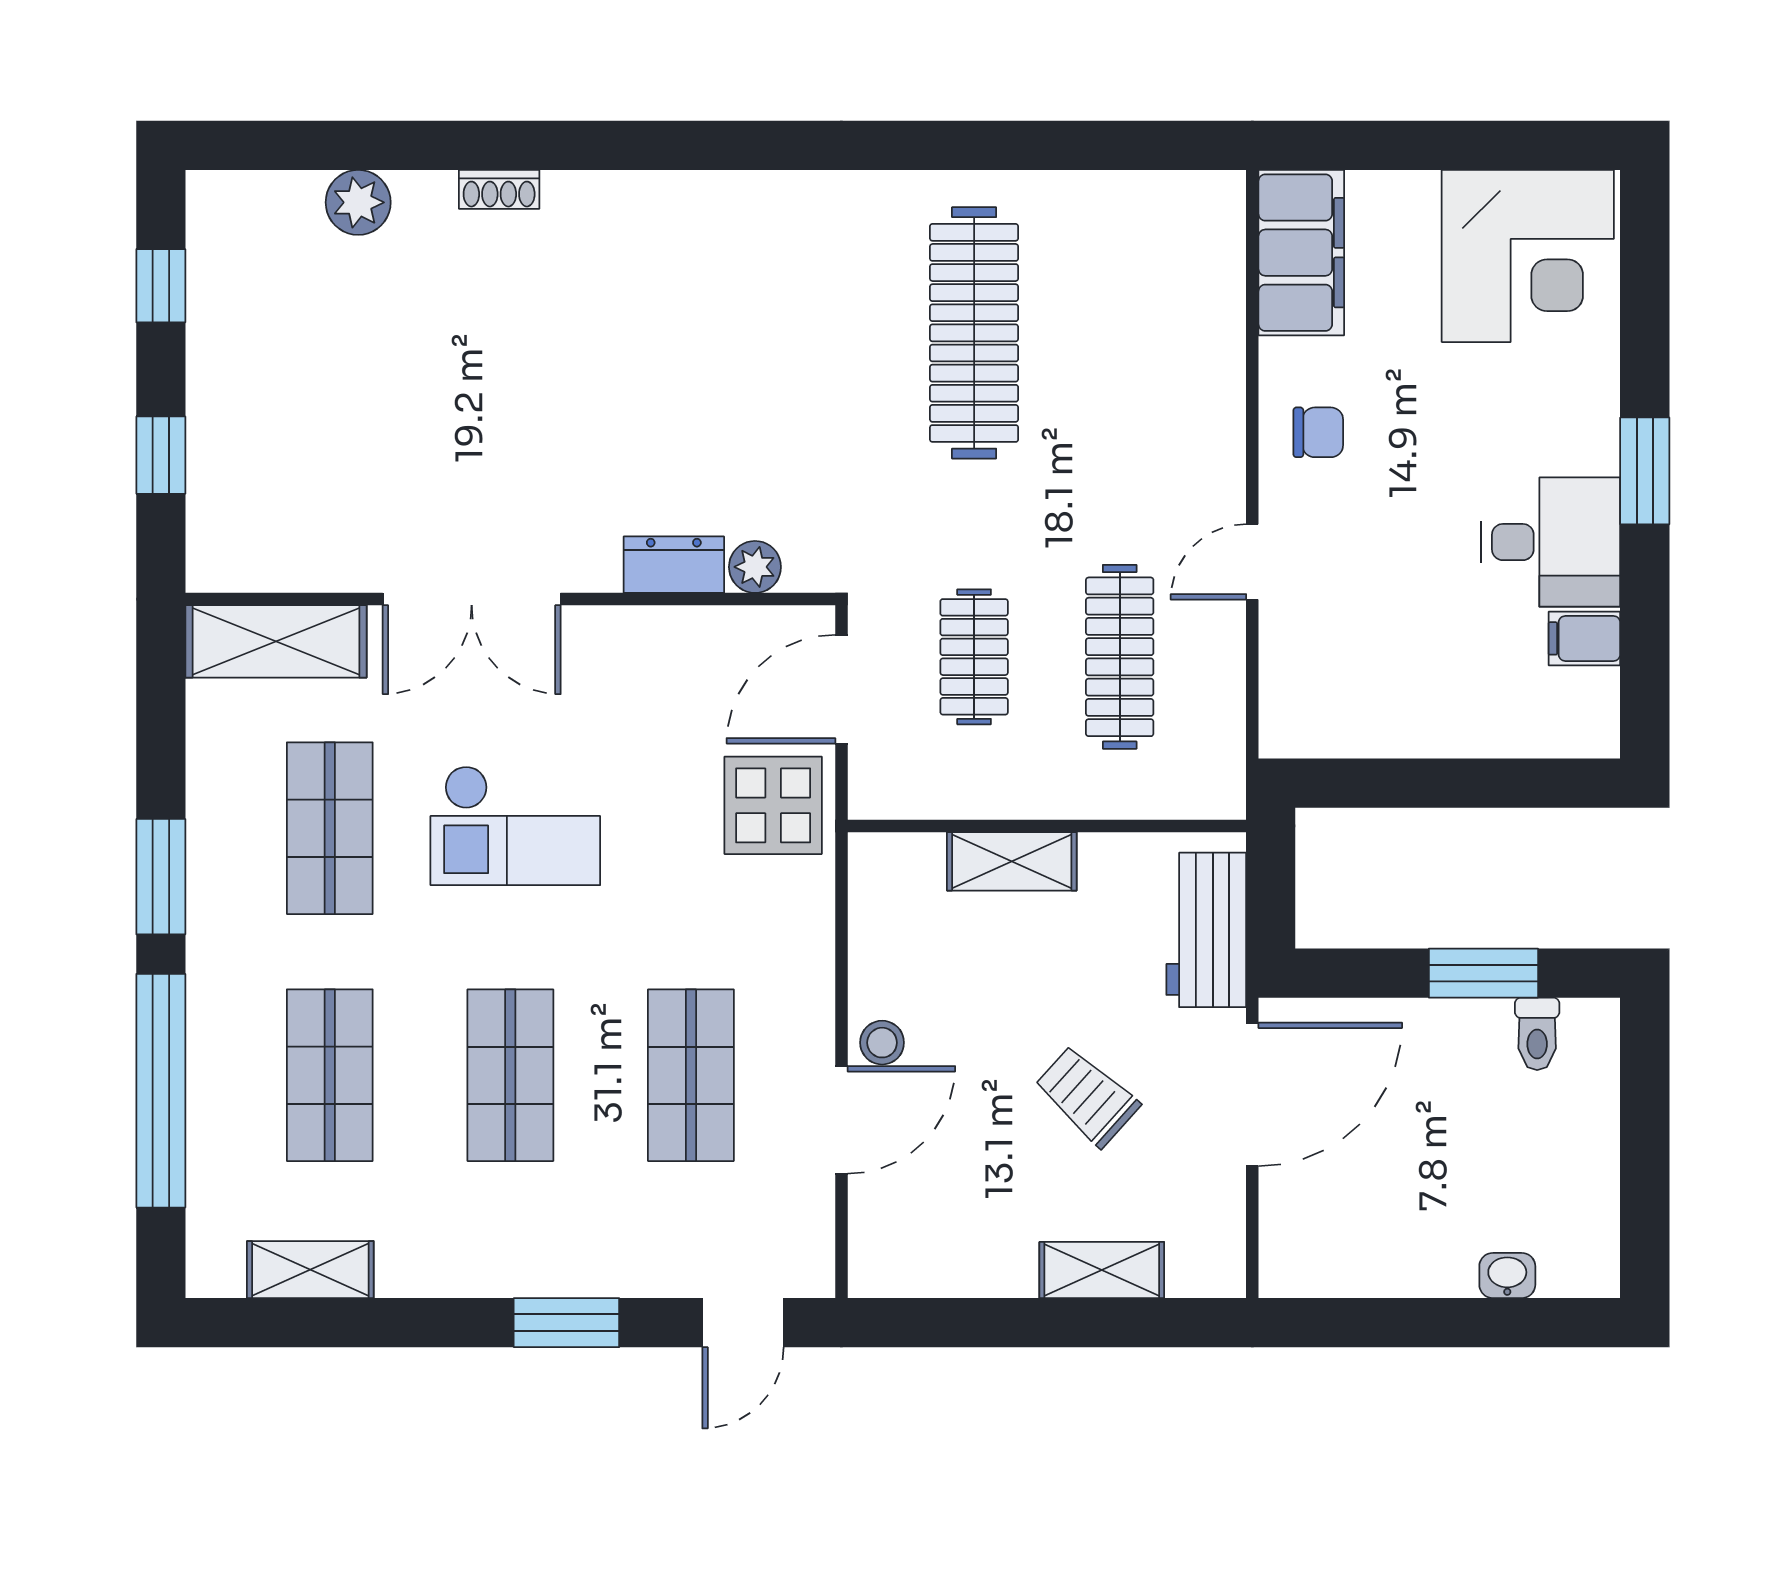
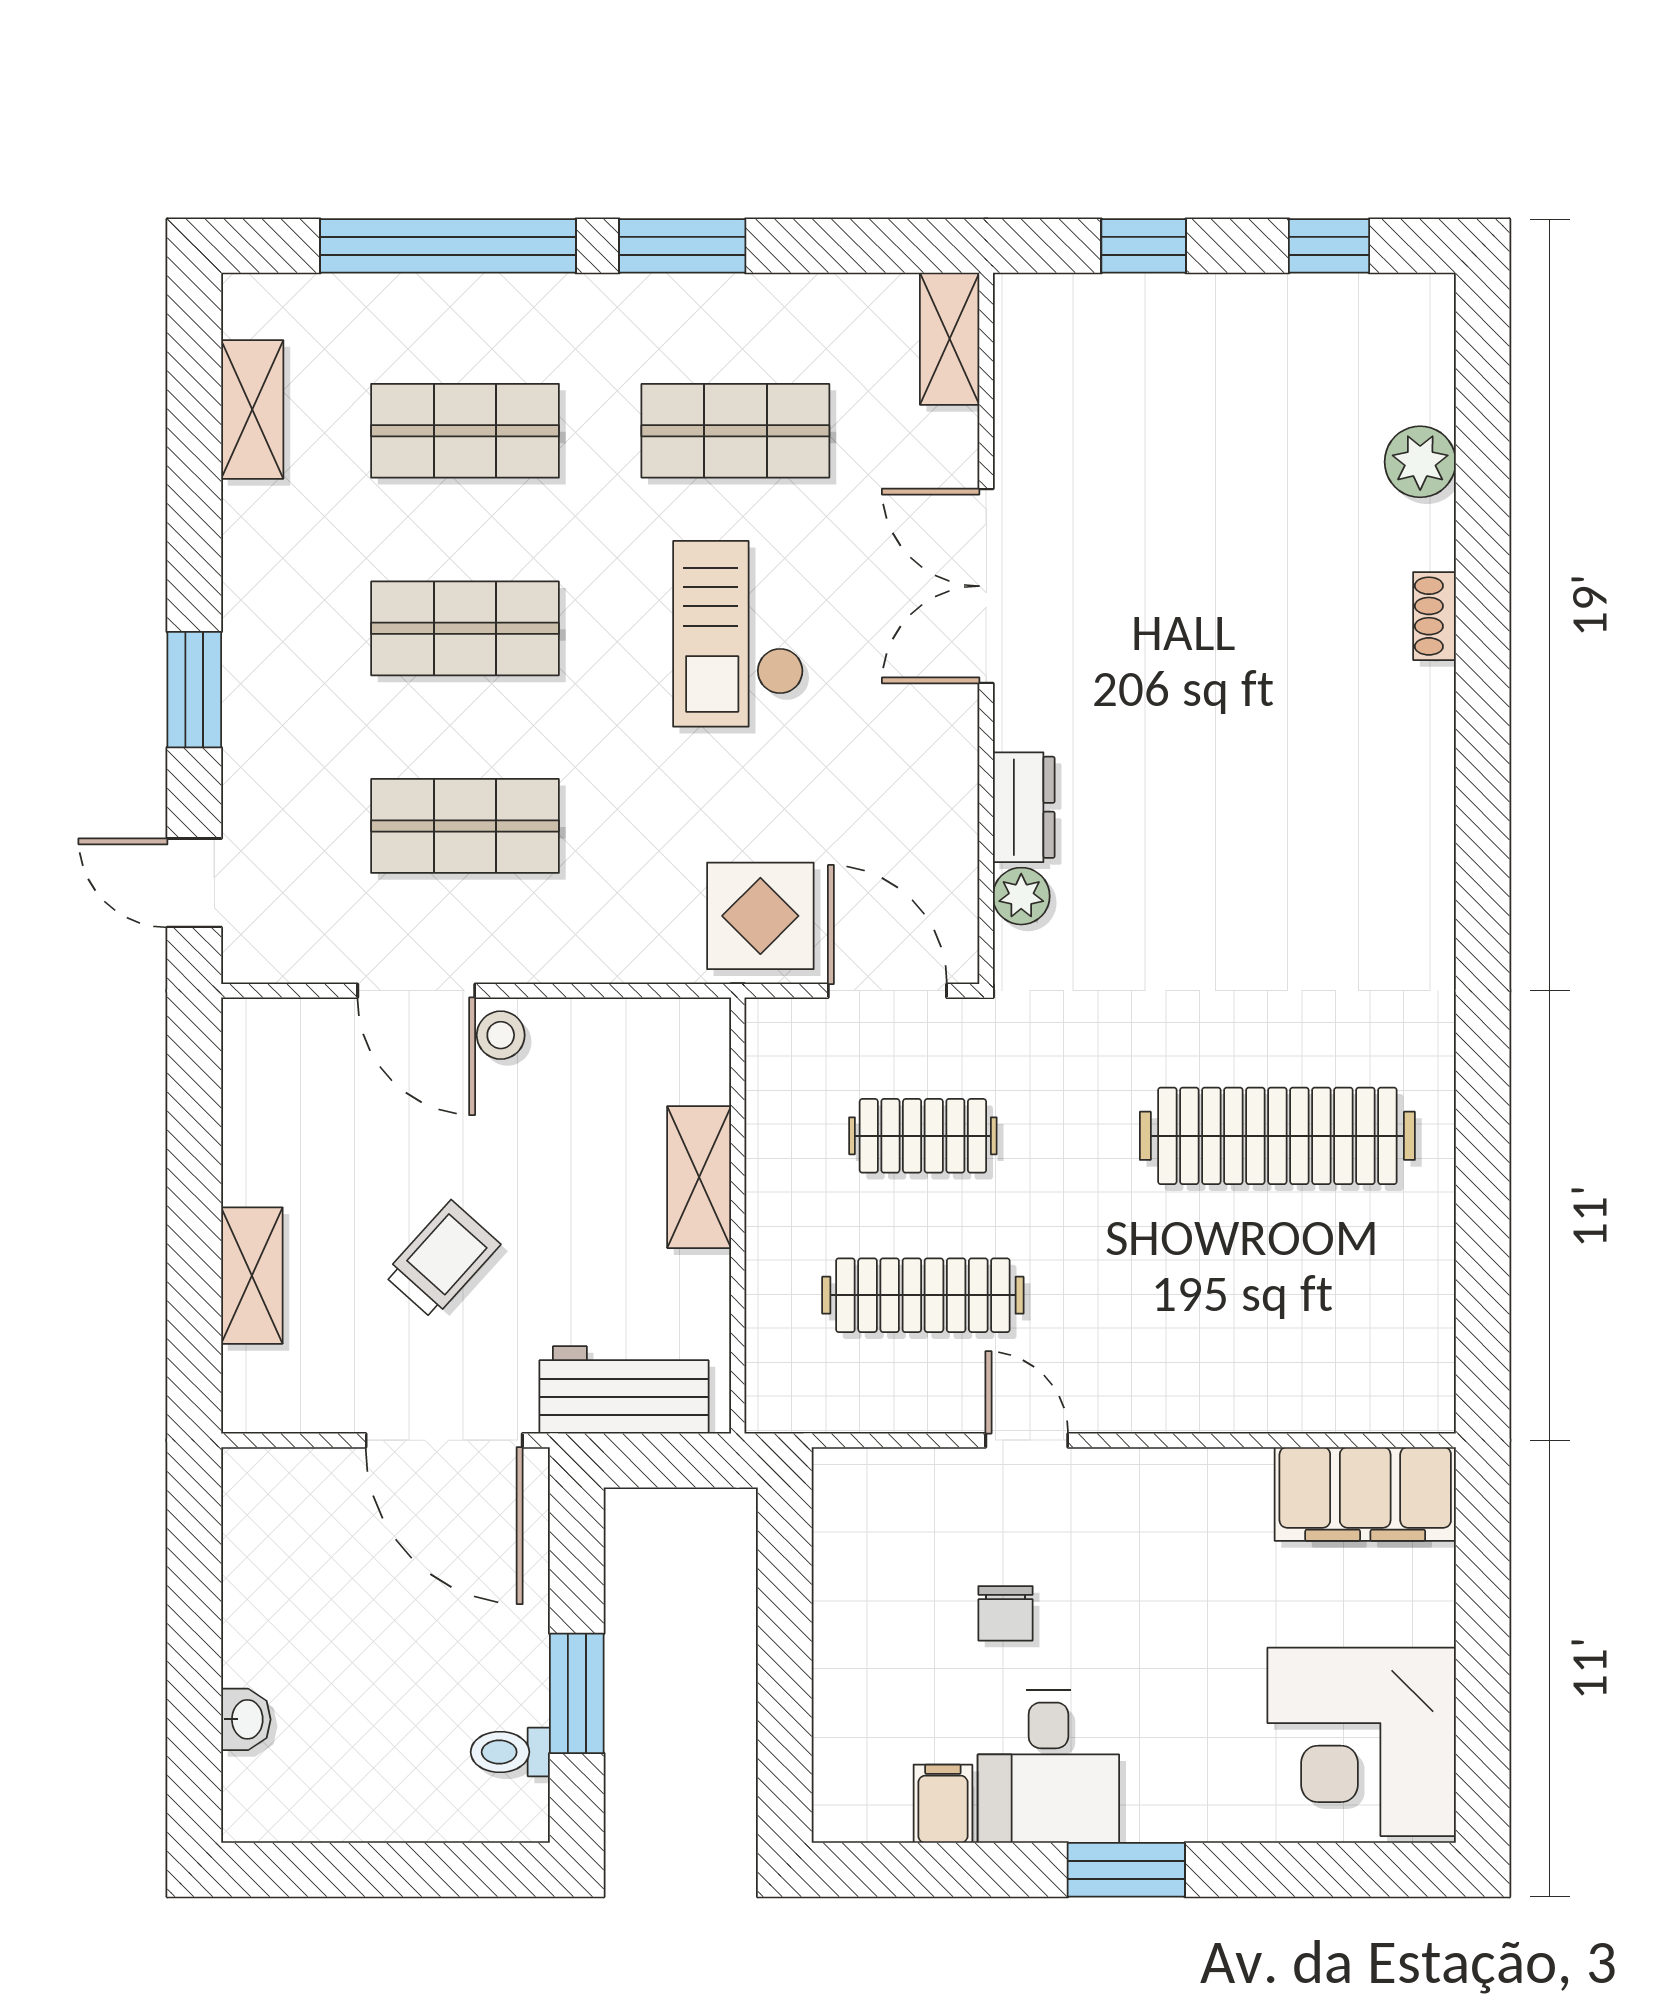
chair: (1318, 432) -> (1006, 1613), moved
shelving: (276, 641) -> (950, 339), width x0.67, depth x0.75

